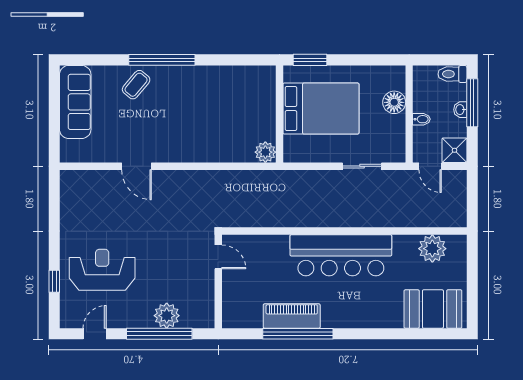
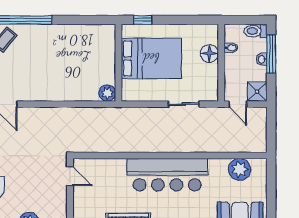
window: (310, 60) -> (143, 20), width x0.67
bidet: (421, 119) -> (231, 48), moved

